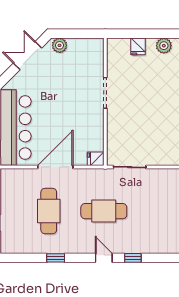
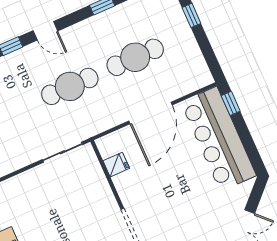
fridge: (96, 159) -> (116, 165), moved
cafe table: (49, 211) -> (135, 57), turned 90

